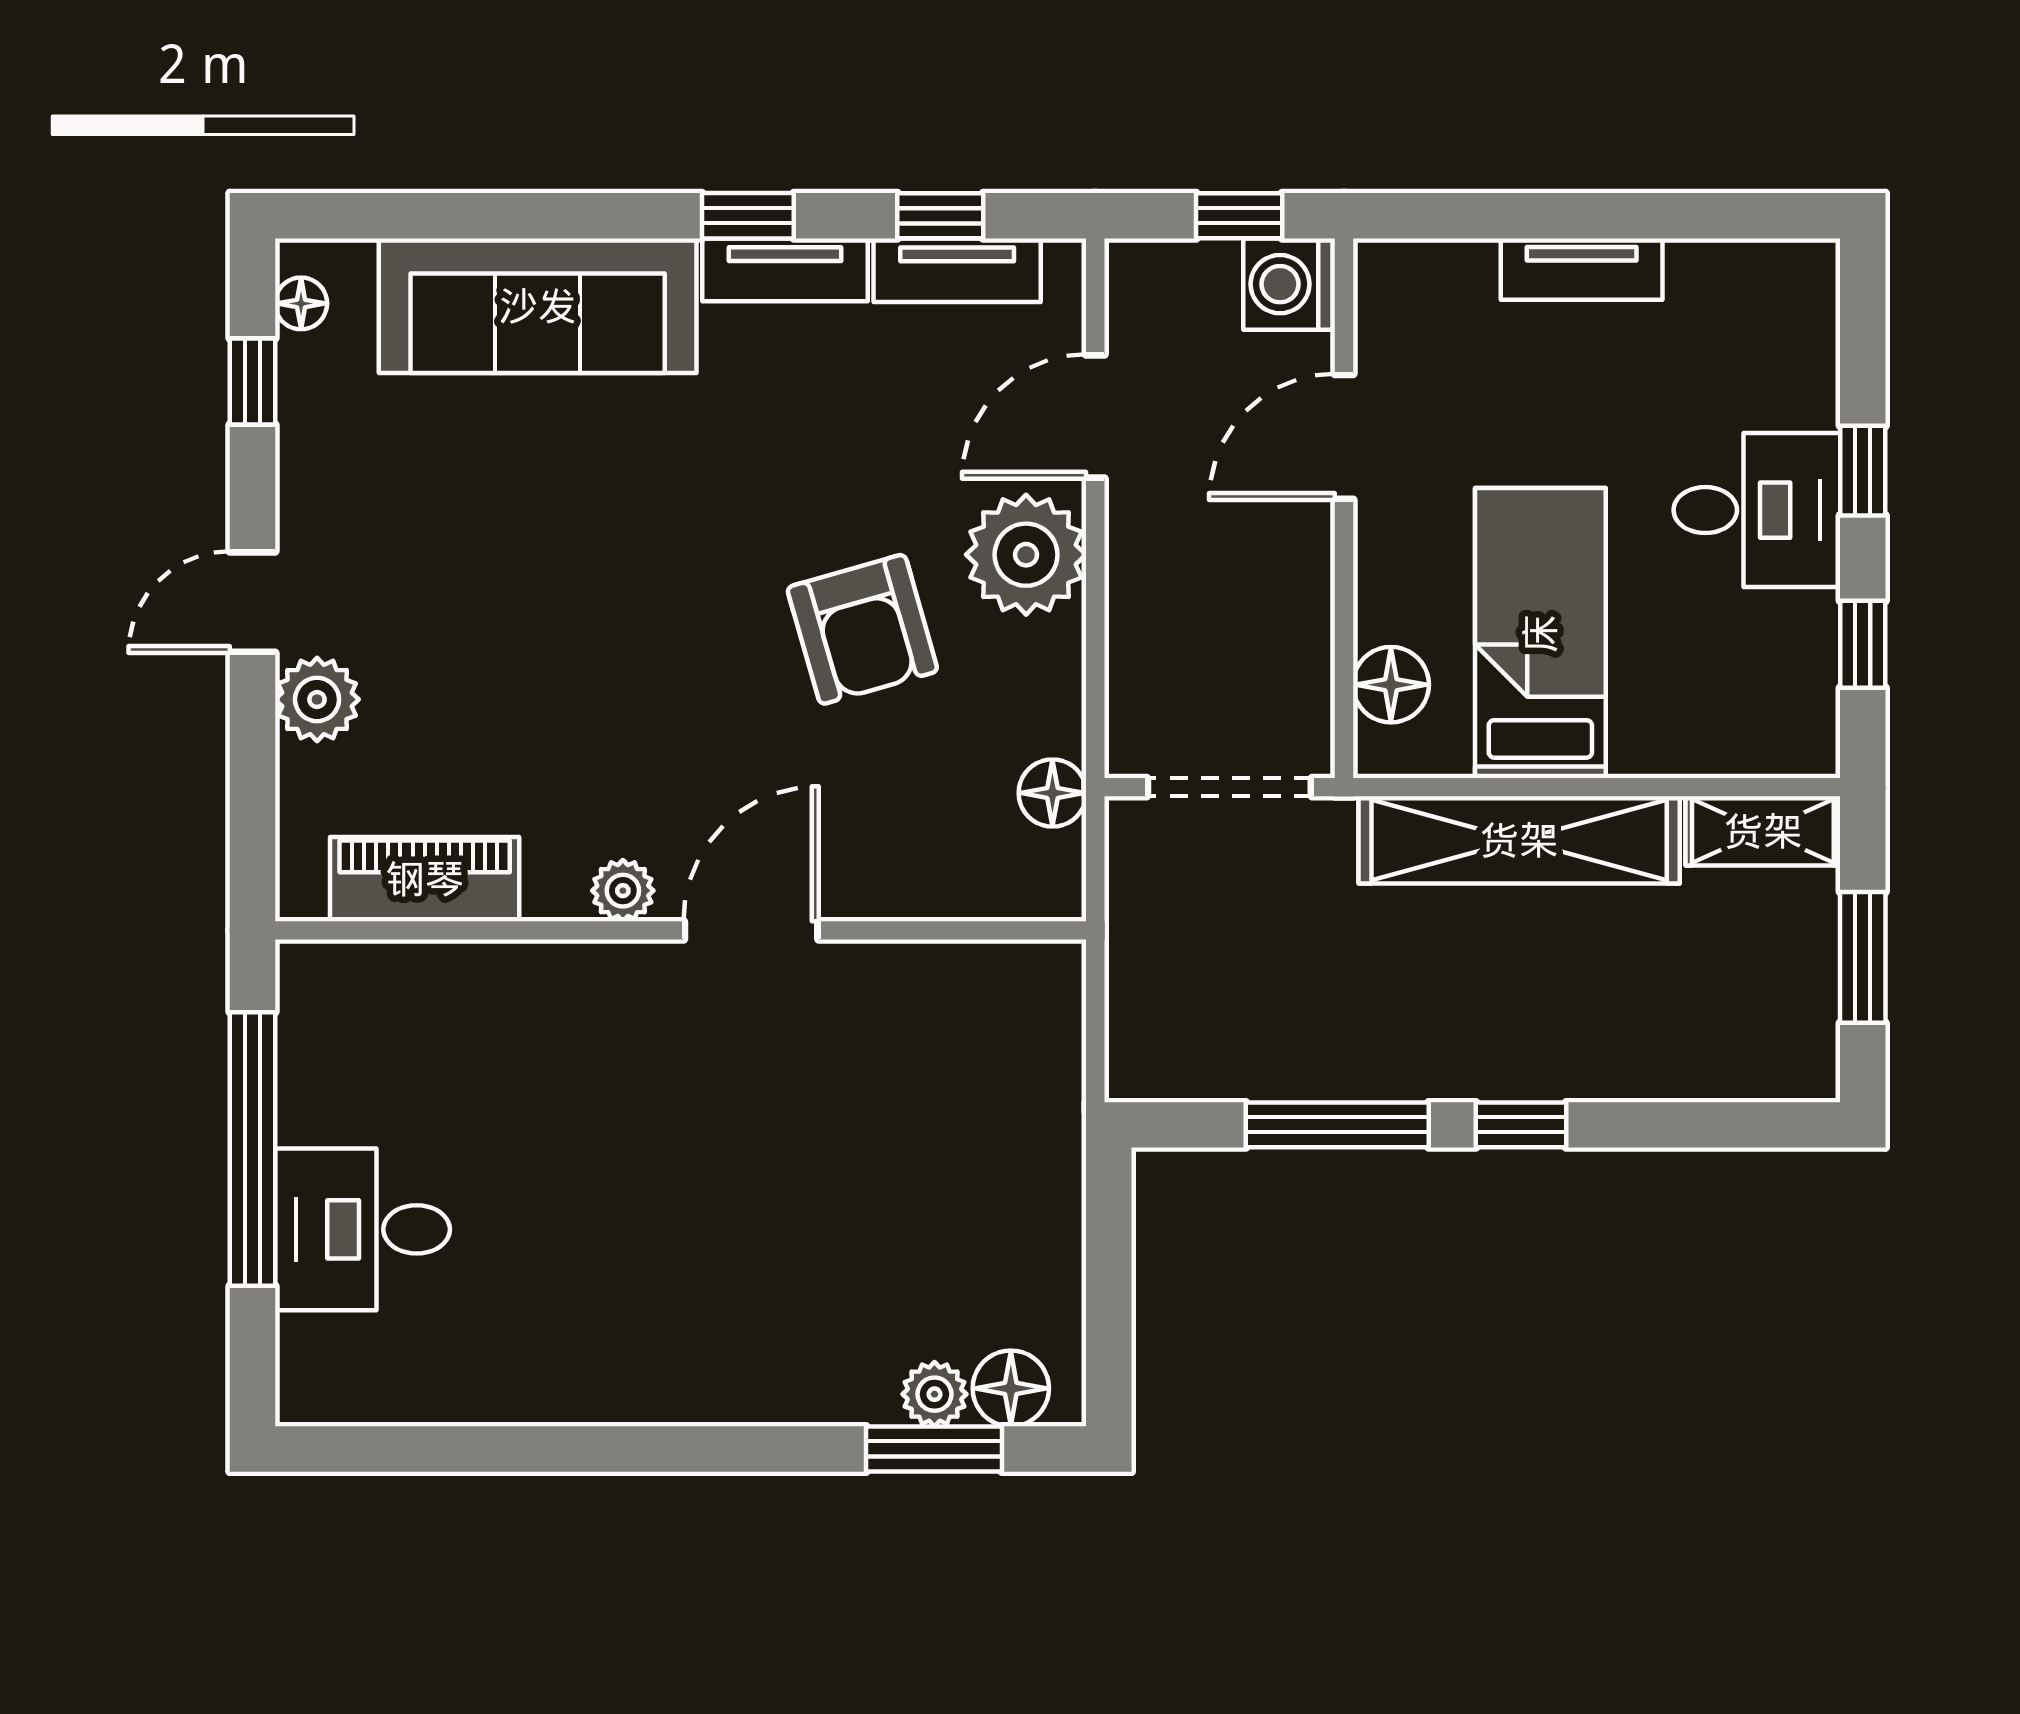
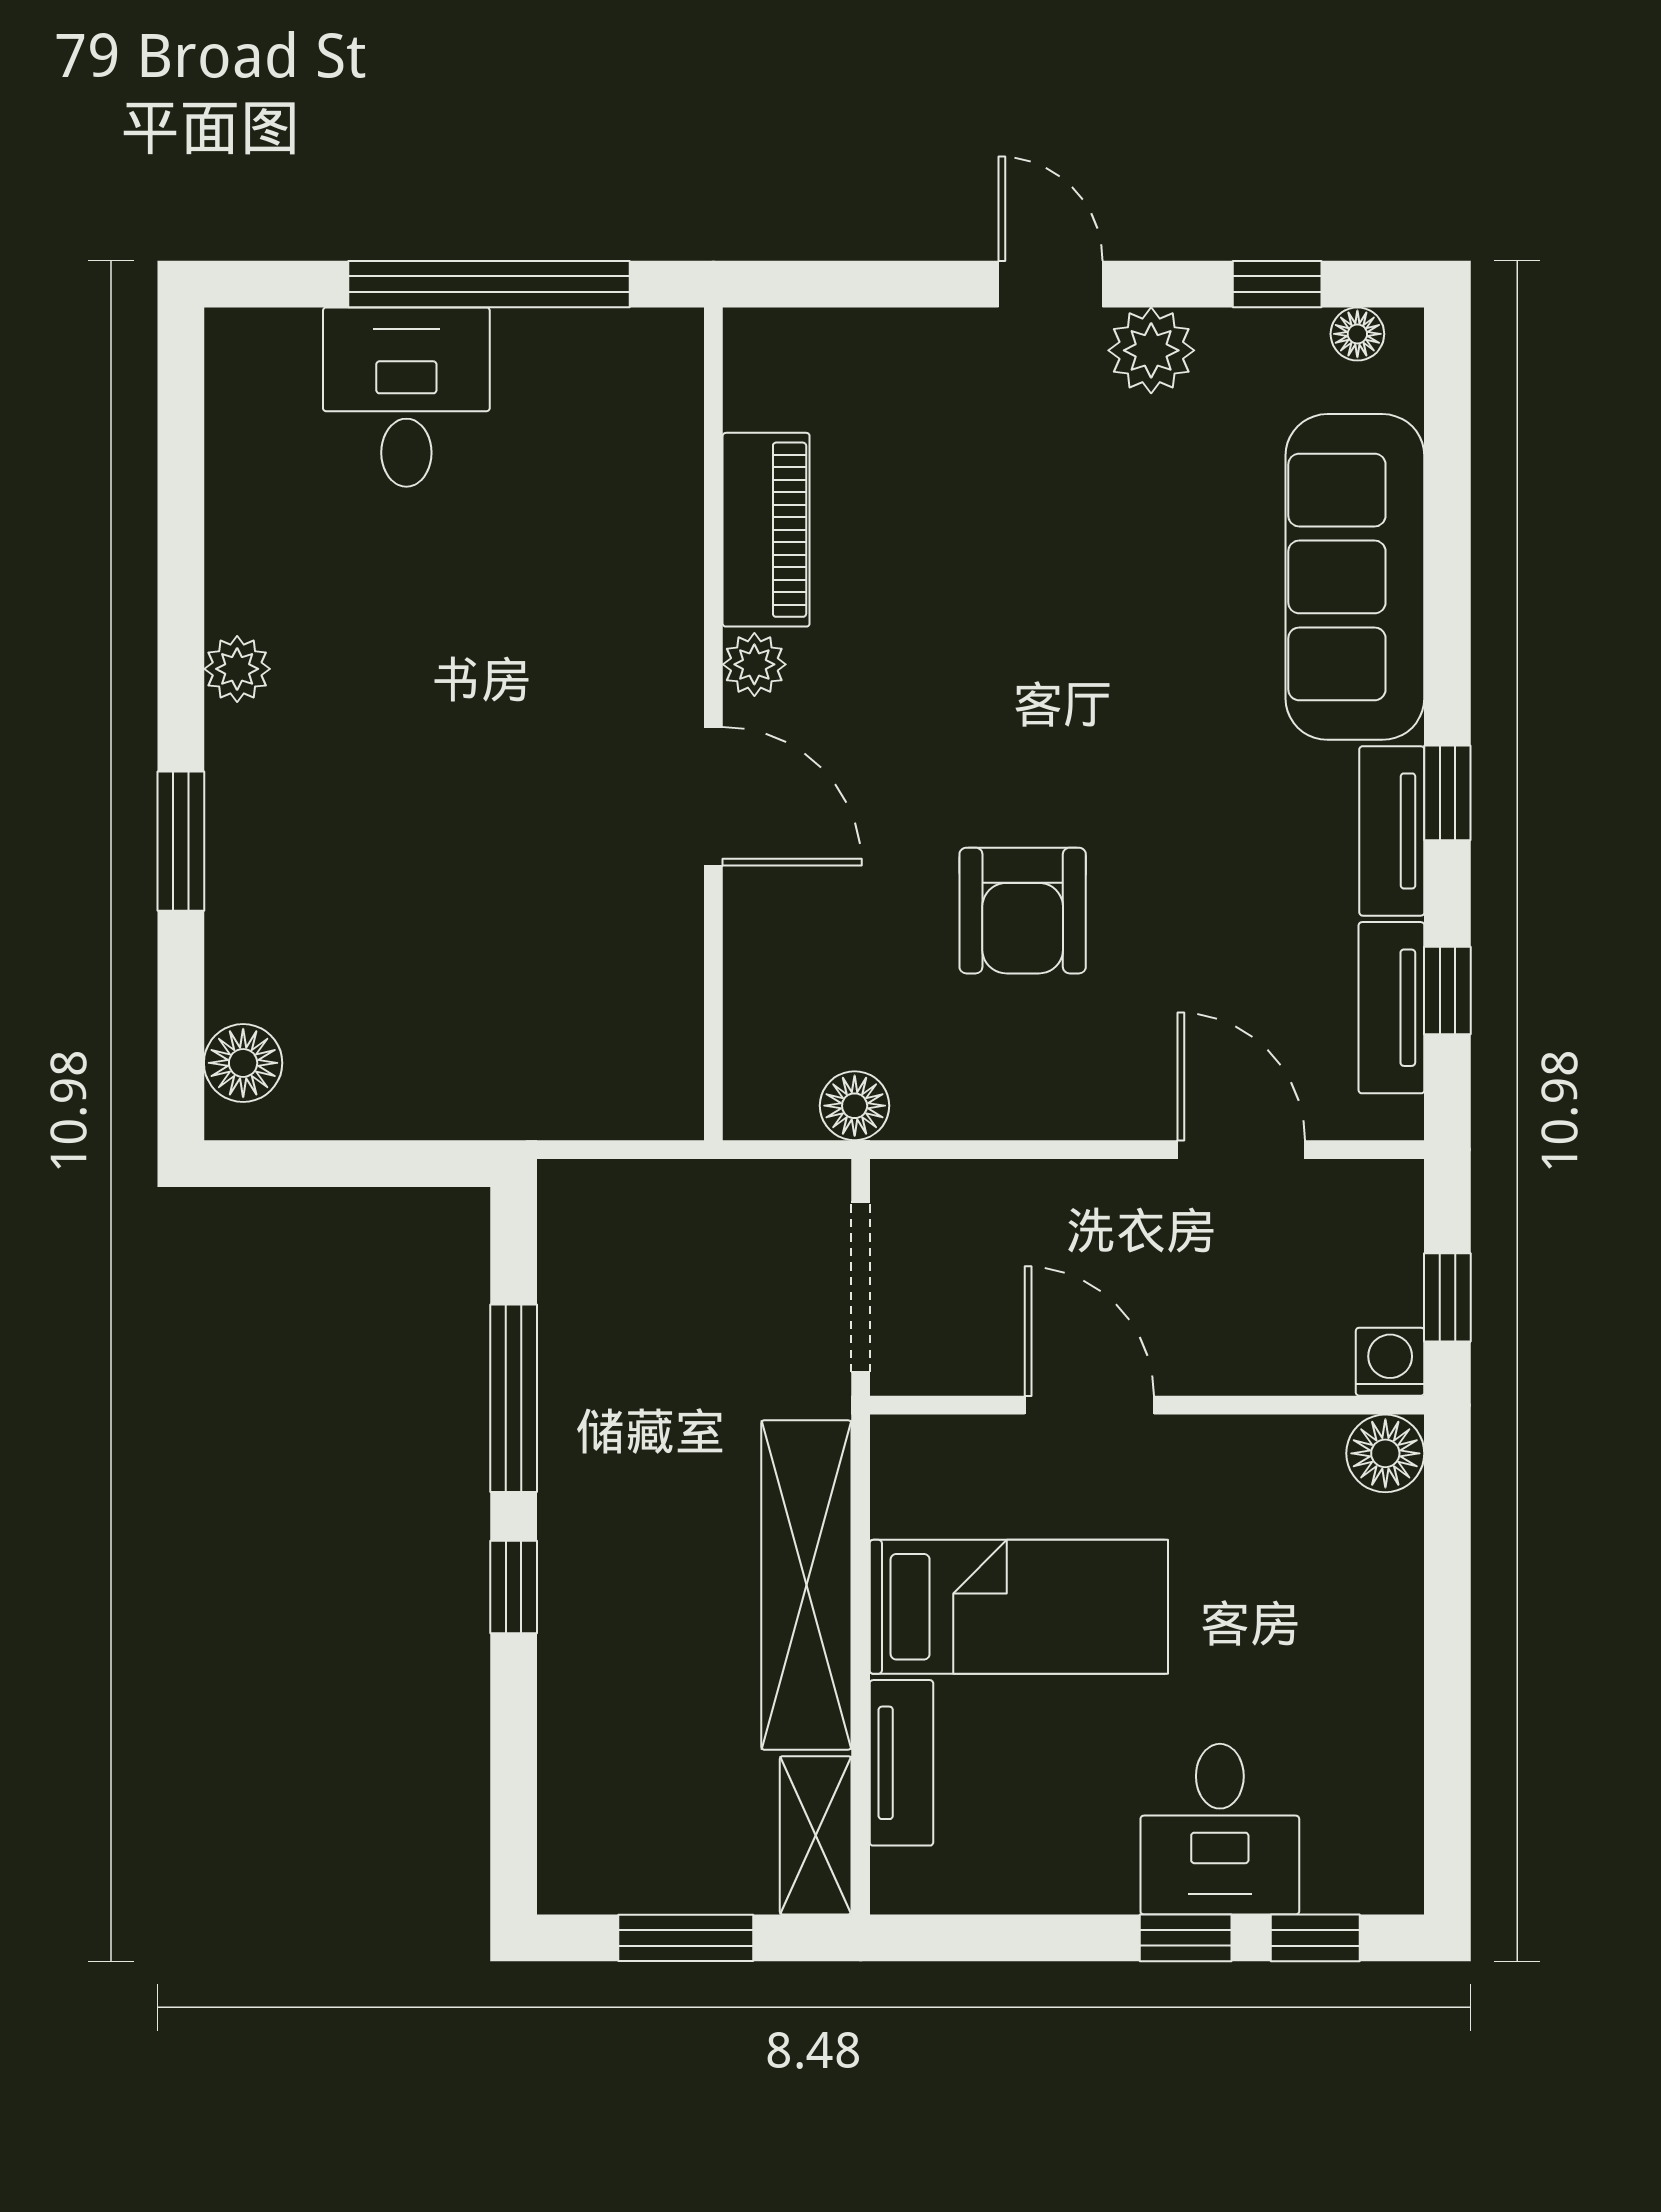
tv unit: (1582, 269) -> (901, 1763), moved, turned 180
washing machine: (1289, 284) -> (1390, 1362), width x0.73, depth x0.73
door: (1344, 437) -> (1089, 1405), moved
desk: (1757, 510) -> (1220, 1829), moved
plant: (1026, 555) -> (1099, 1079), removed
armchair: (862, 629) -> (1023, 911), turned -74
window: (1863, 644) -> (1315, 1938), moved
floor lamp: (1391, 685) -> (1385, 1453), moved
plant: (317, 699) -> (1151, 350), moved
piano: (425, 879) -> (766, 530), moved
plant: (934, 1394) -> (237, 669), moved
window: (934, 1449) -> (181, 841), moved

